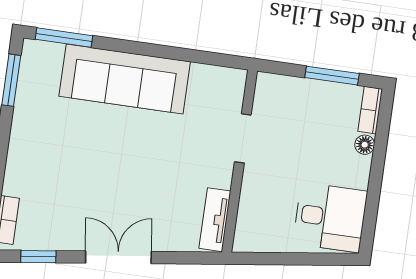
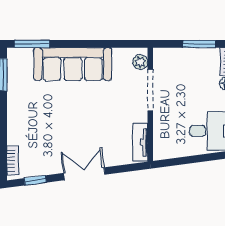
plant: (233, 91) -> (140, 62), added
doorway: (243, 138) -> (150, 90), width x1.38

